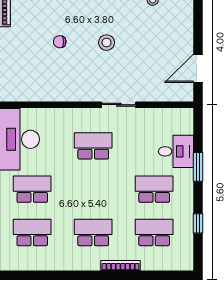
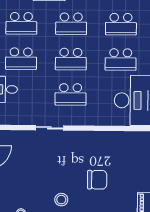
chair: (60, 42) -> (97, 180), width x1.87, depth x1.87
stool: (107, 43) -> (61, 200), moved
school desk: (93, 189) -> (71, 59), added

